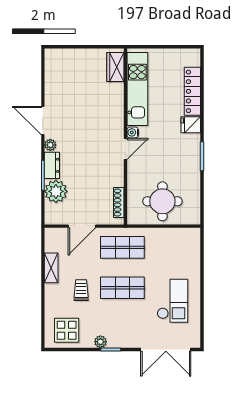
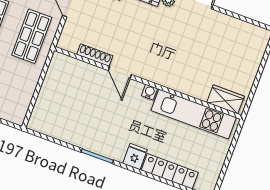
door: (126, 149) -> (120, 72), moved
round table: (162, 201) -> (65, 97), removed
shoe rack: (119, 203) -> (95, 55), moved

